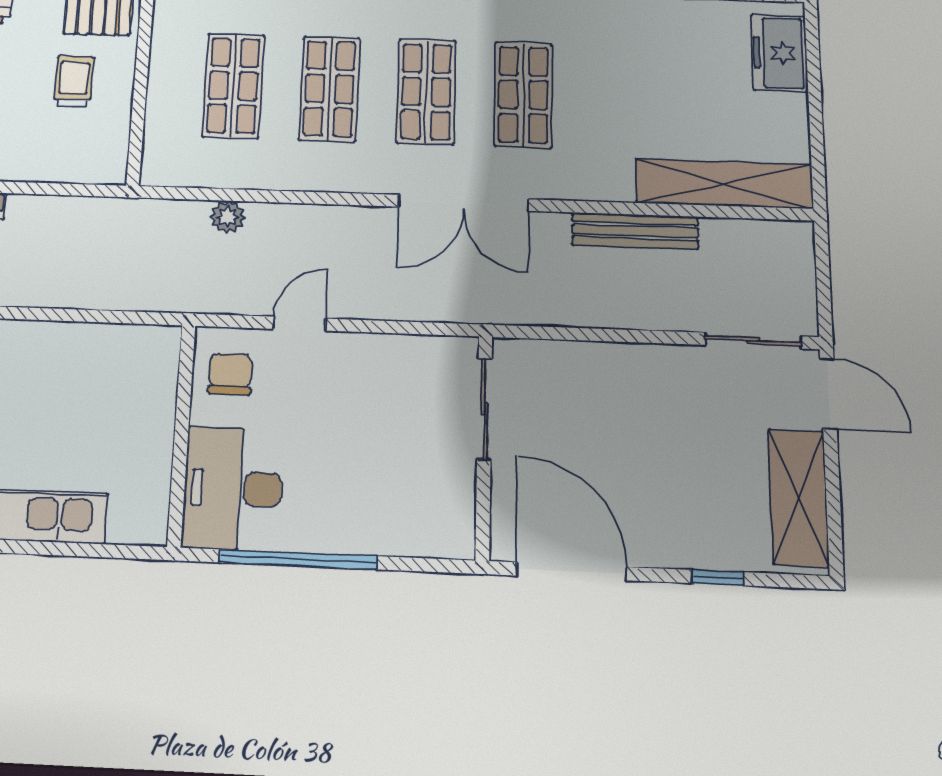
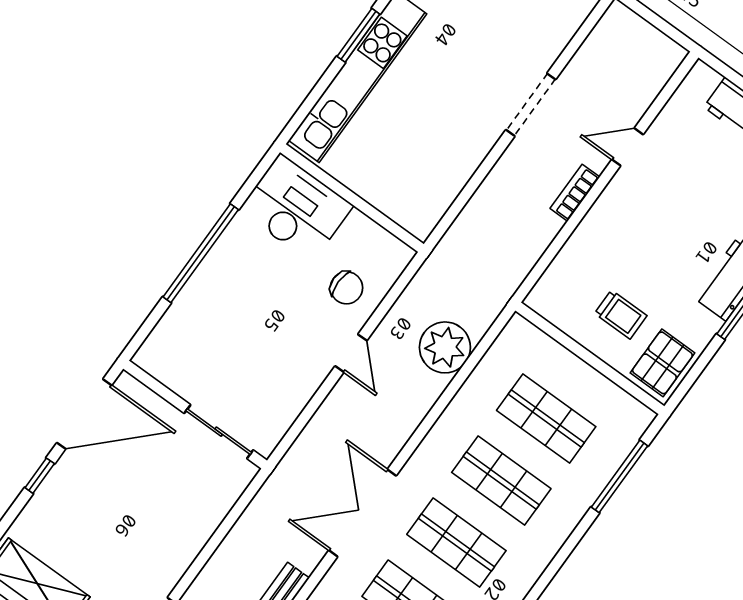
plant: (228, 217) -> (445, 347), width x1.88, depth x1.88
wall: (181, 434) -> (352, 198), moved
desk: (233, 488) -> (296, 208), moved
window: (718, 578) -> (40, 476), moved

